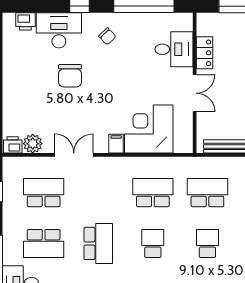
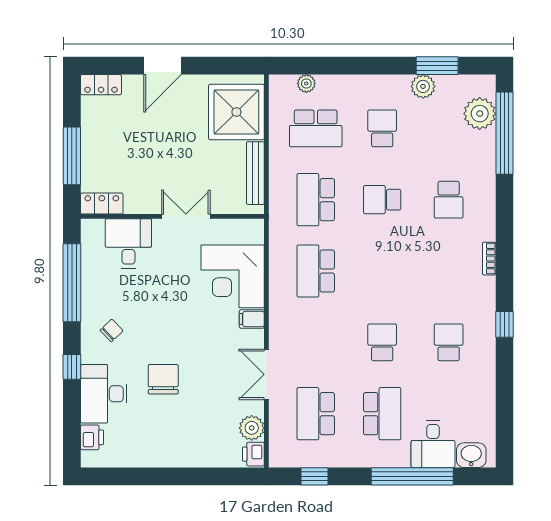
locker: (204, 53) -> (102, 204), moved
chair: (70, 76) -> (163, 379), turned -90
school desk: (98, 243) -> (382, 342), width x0.54
school desk: (153, 243) -> (382, 271), removed

